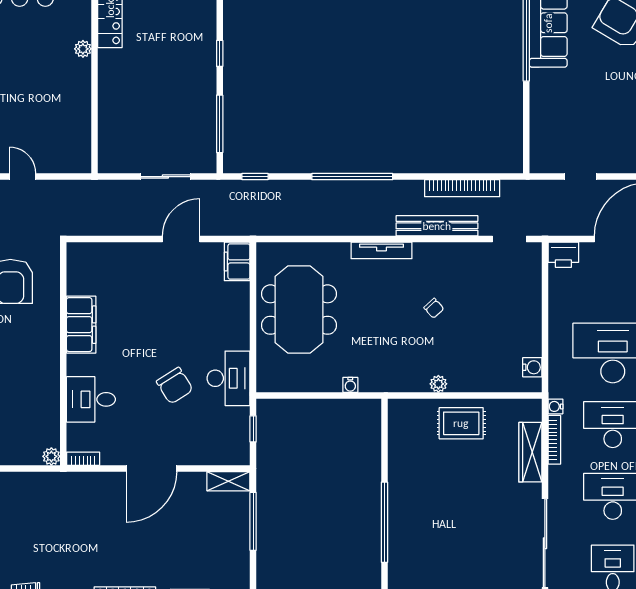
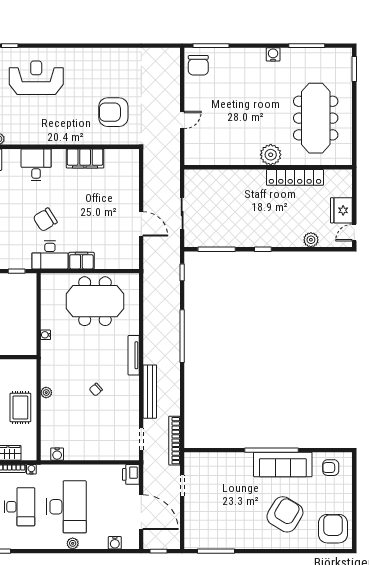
plant: (83, 49) -> (271, 155), width x1.88, depth x1.88
bookcase: (462, 188) -> (174, 441), moved
filing cabinet: (237, 261) -> (81, 261), moved

